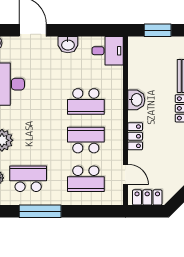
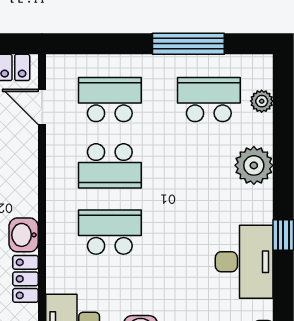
locker: (135, 136) -> (25, 279), moved
school desk: (28, 179) -> (209, 100), turned 180

